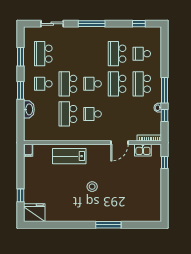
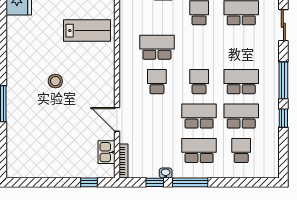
window: (139, 24) -> (283, 118), moved
school desk: (68, 84) -> (241, 82), moved
lab bench: (69, 156) -> (87, 31), moved, turned 90

